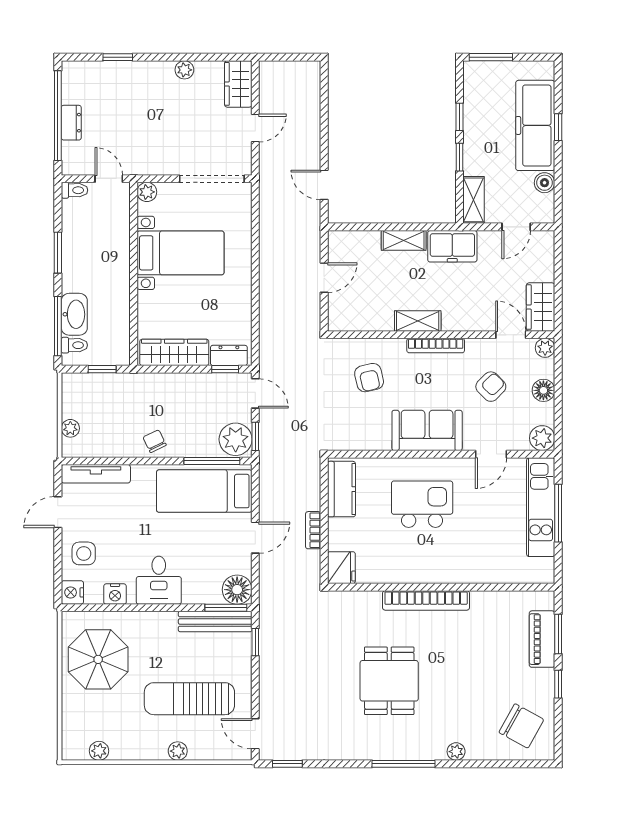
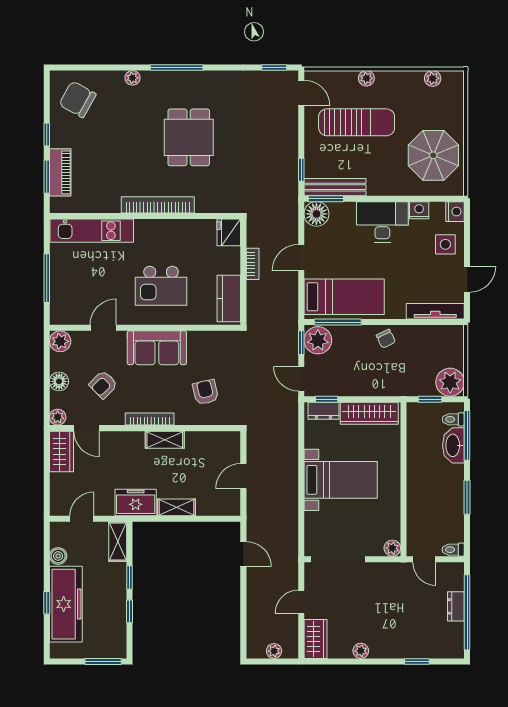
plant: (288, 70) -> (274, 651), added
bed with nightstands: (180, 253) -> (341, 480), moved, turned 180
plant: (70, 428) -> (450, 382), moved, width x1.88, depth x1.88
kitchen unit: (541, 507) -> (92, 231), moved, turned 90
desk: (159, 580) -> (382, 222), width x1.37

